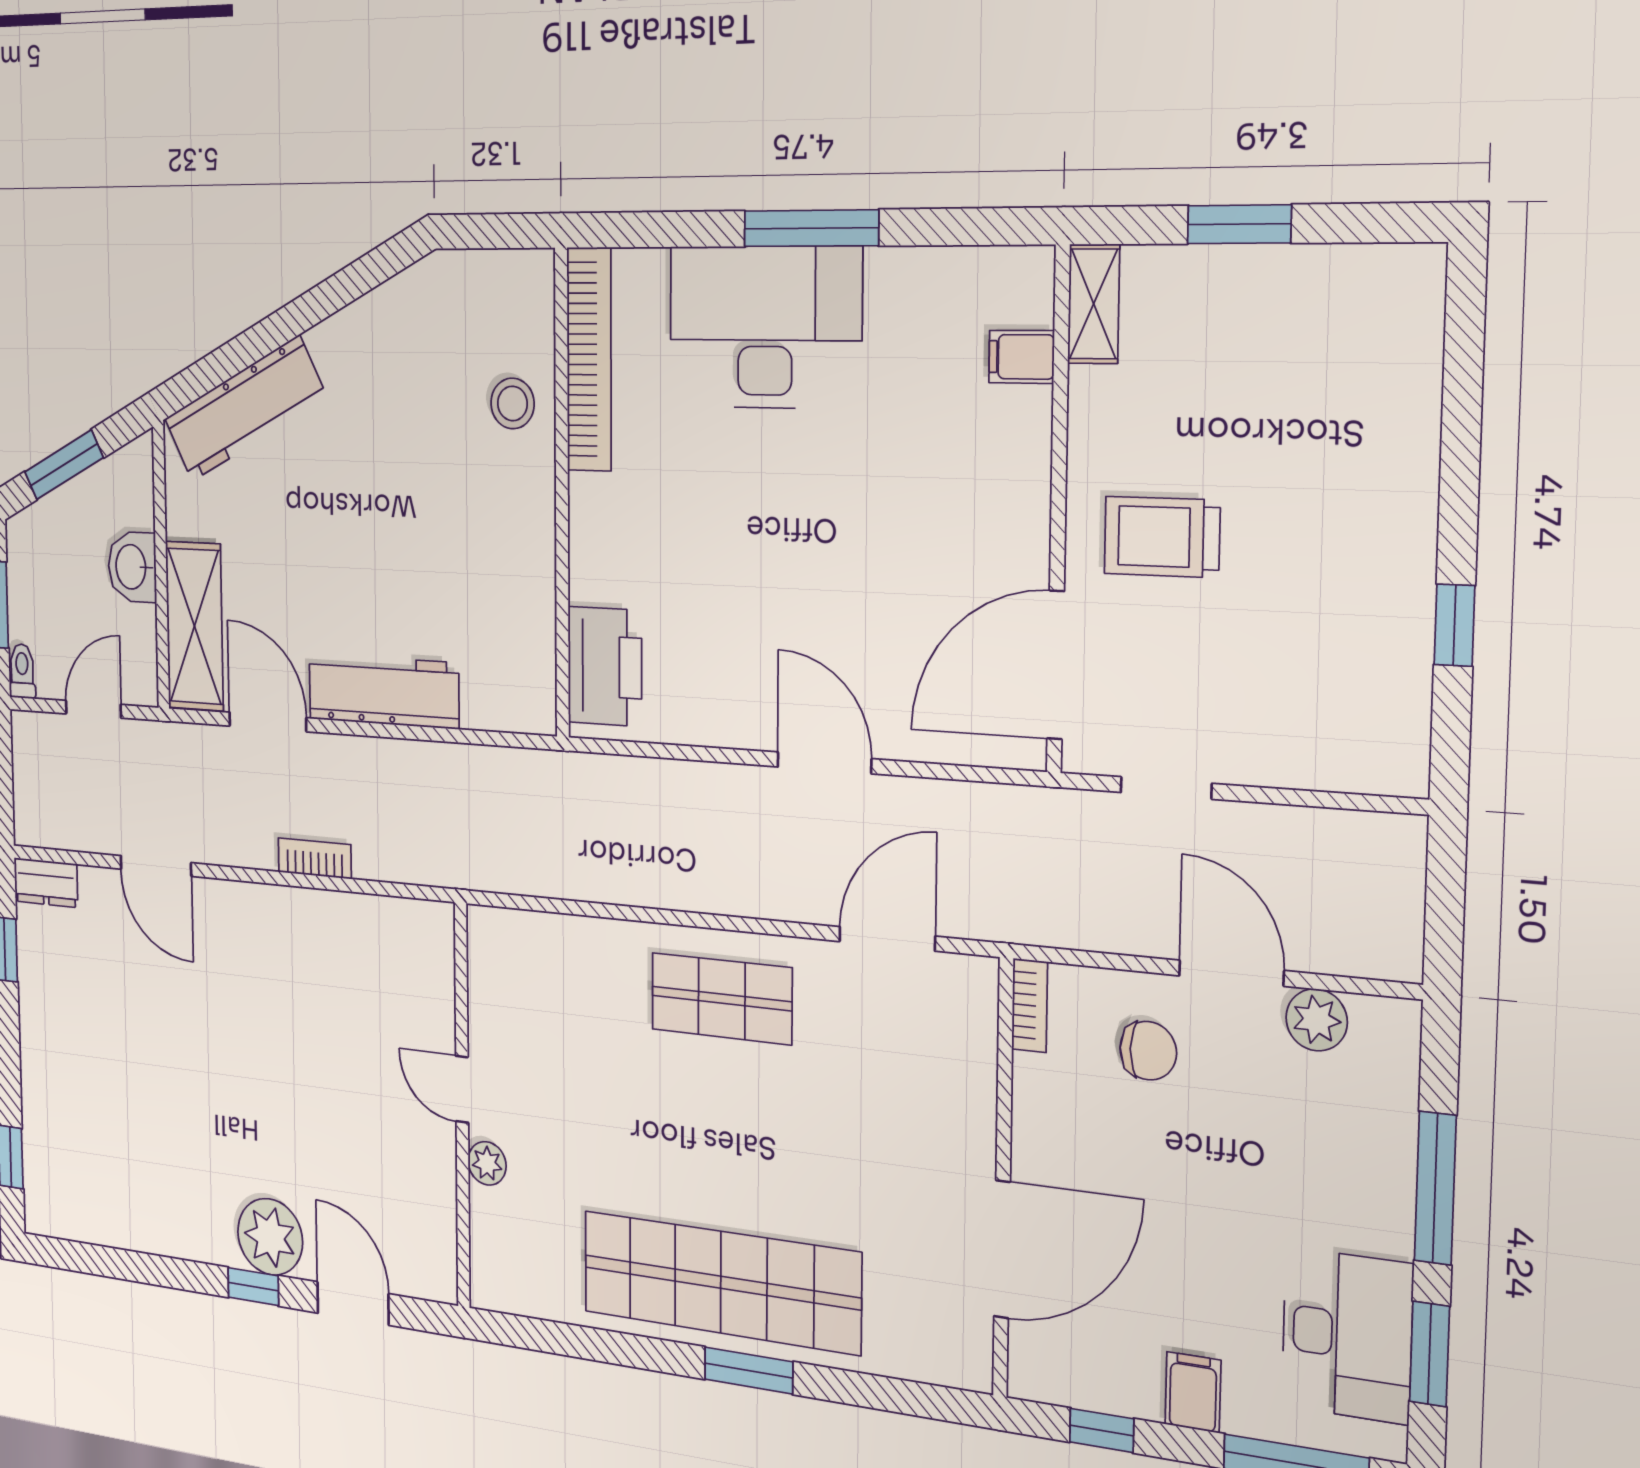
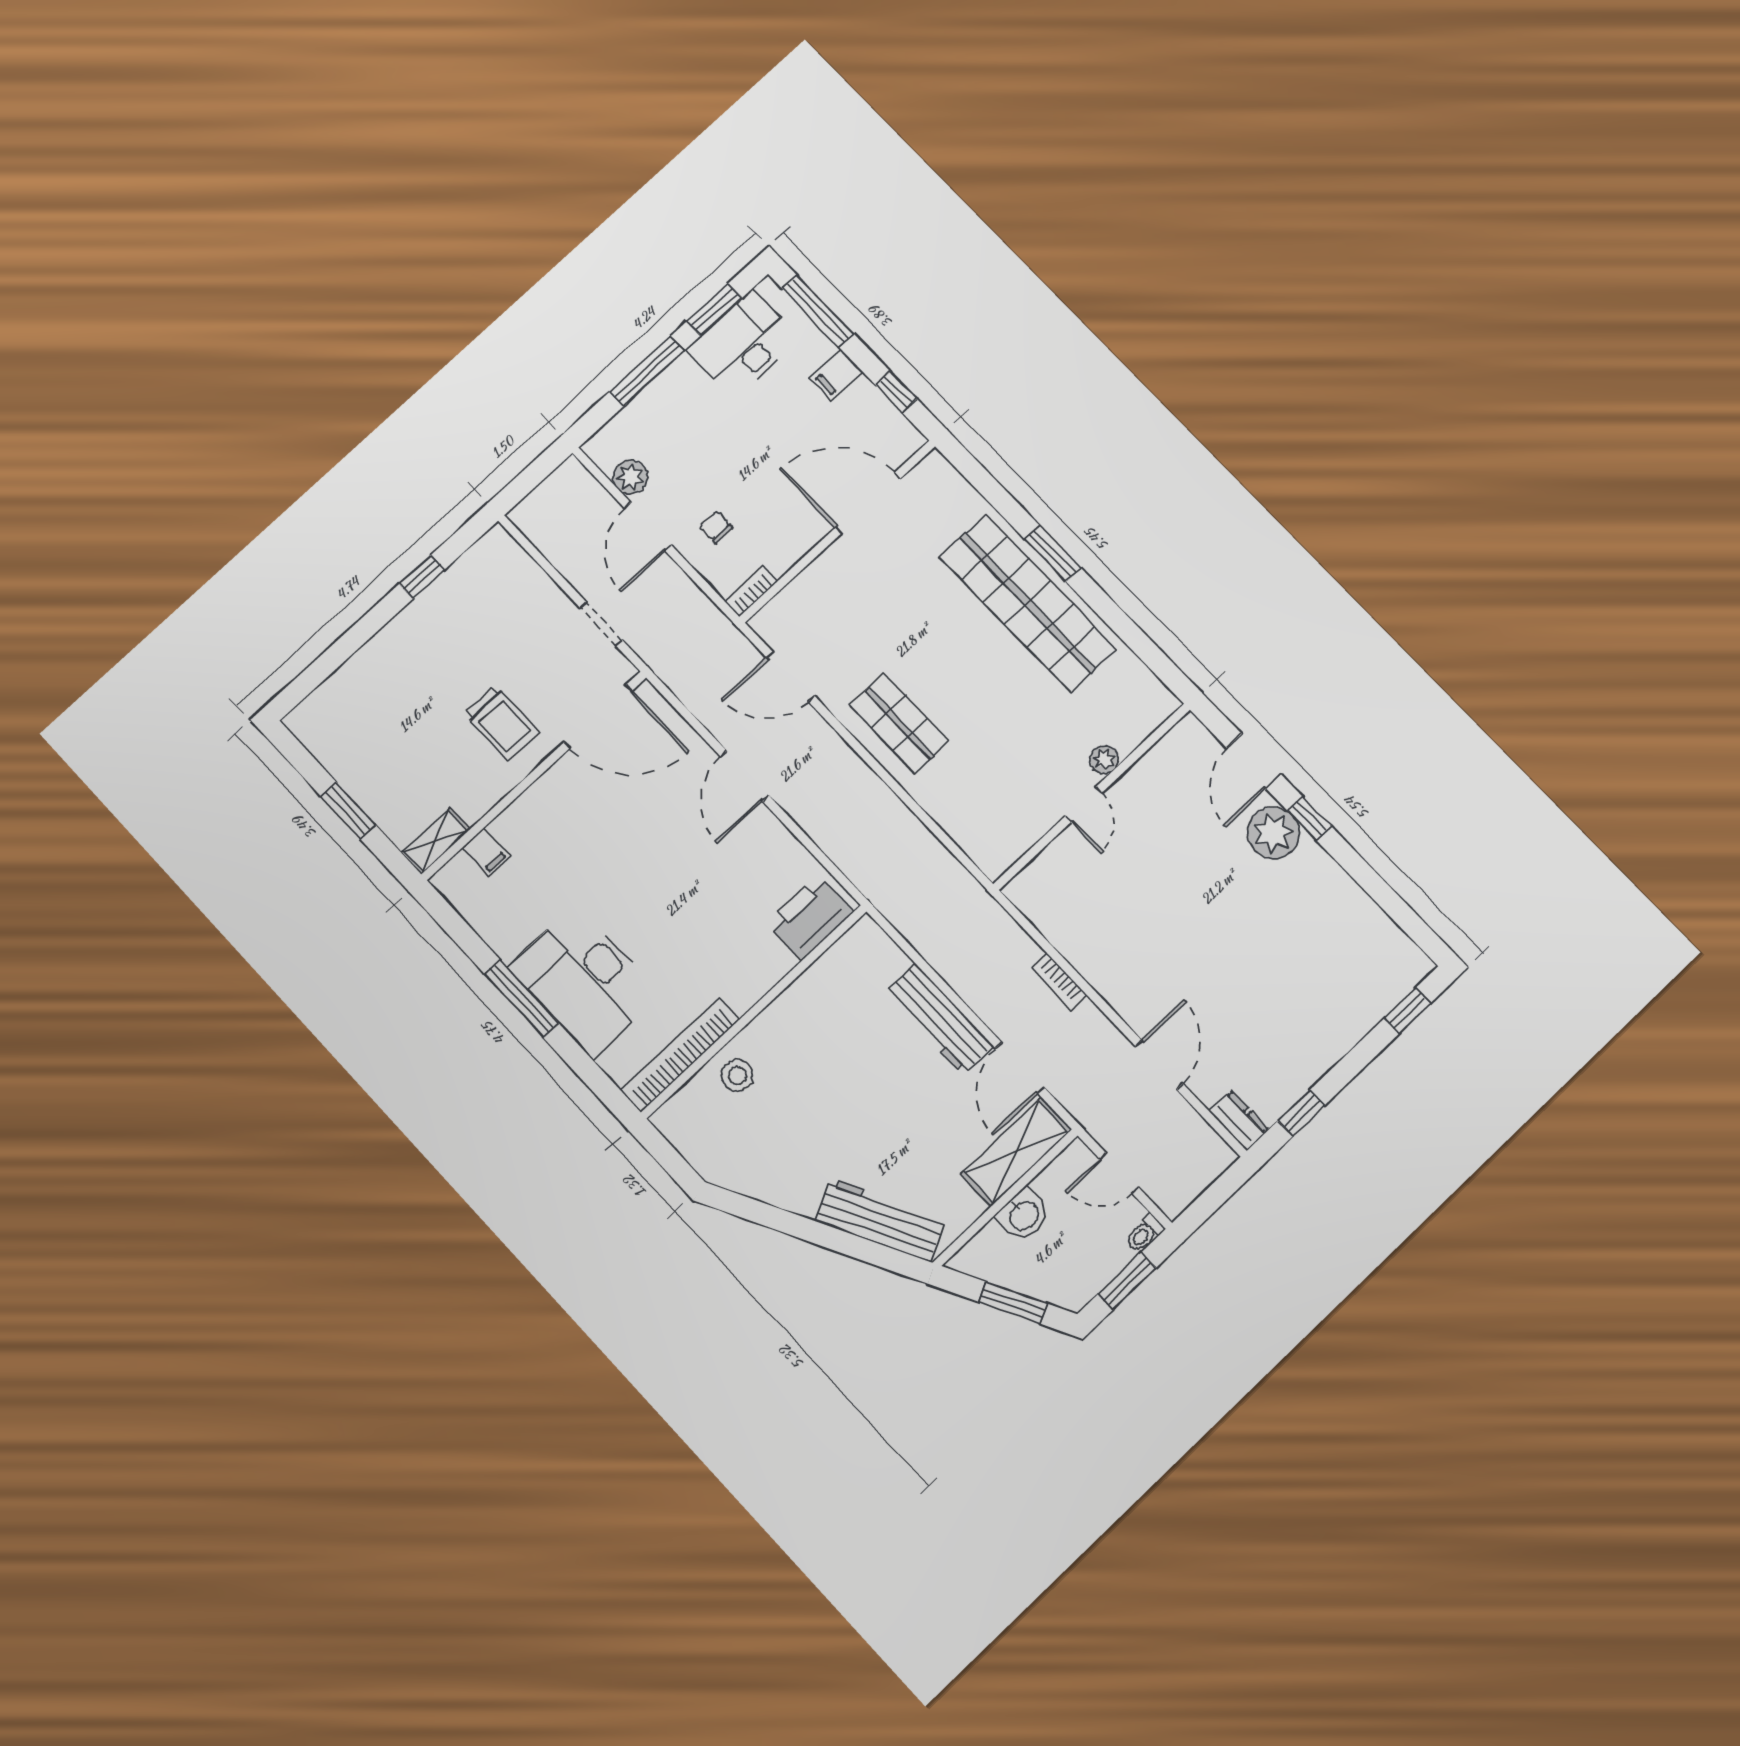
chair: (1148, 1051) -> (716, 527), width x0.73, depth x0.73

